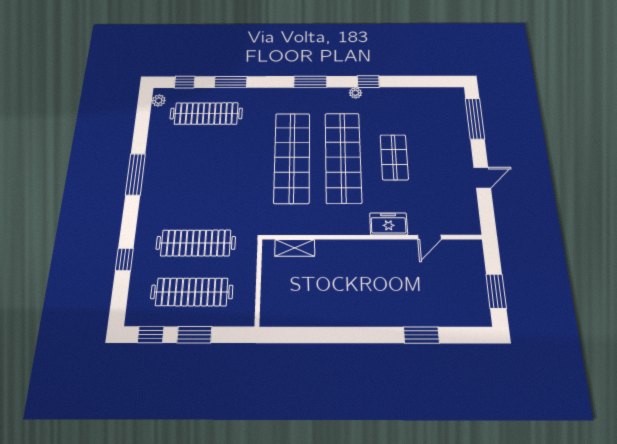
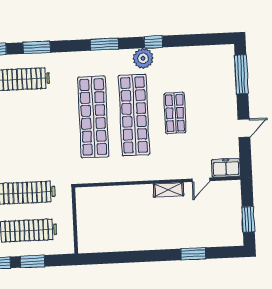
plant: (355, 93) -> (143, 58), width x1.88, depth x1.88
freezer: (389, 224) -> (226, 168), moved
shelving: (295, 248) -> (169, 190), moved

